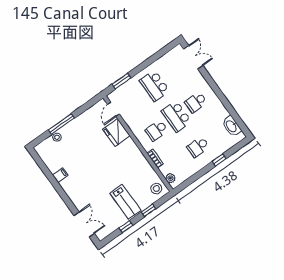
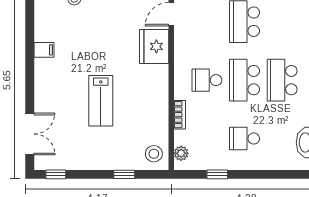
school desk: (196, 102) -> (282, 80), width x1.85
window: (219, 160) -> (217, 174), moved
lab bench: (125, 202) -> (101, 101), moved
window: (126, 226) -> (56, 174), moved

